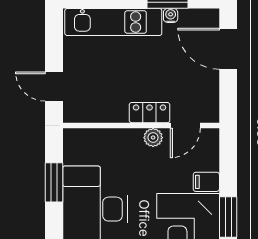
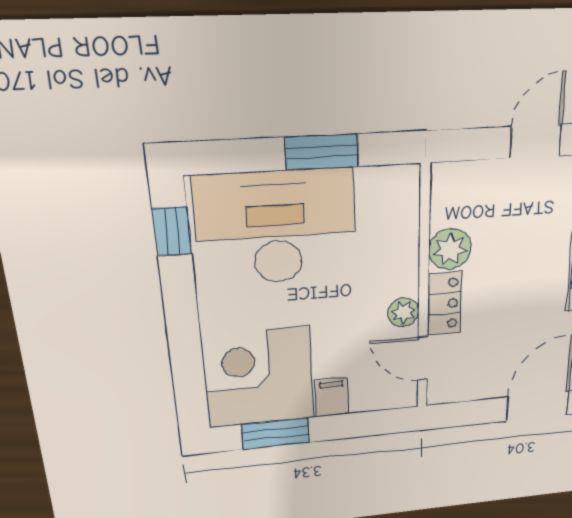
door: (54, 86) -> (536, 141), moved
plant: (115, 110) -> (450, 249), added

